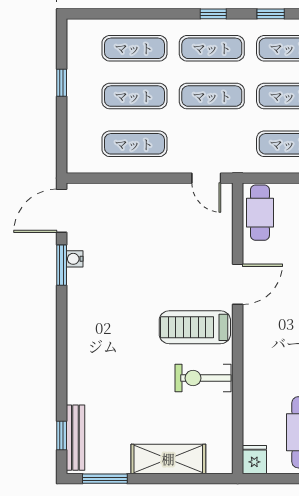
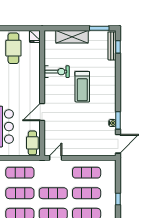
door: (206, 178) -> (56, 158), hinge flipped
treadmill: (195, 327) -> (82, 87), moved, turned 90

